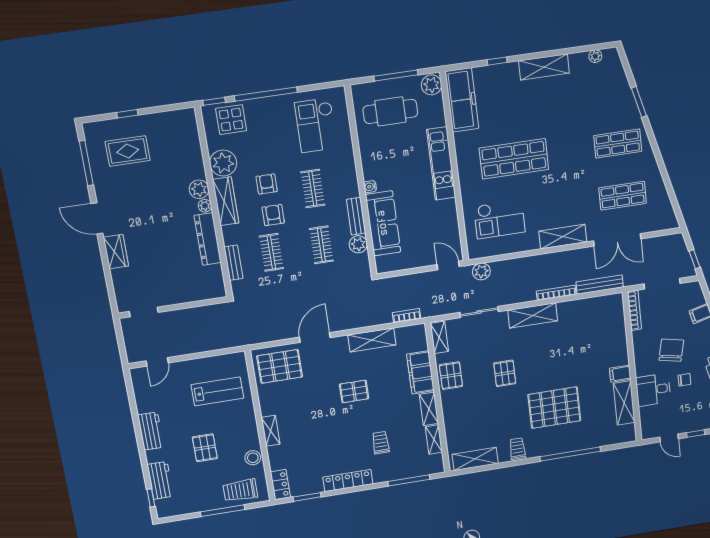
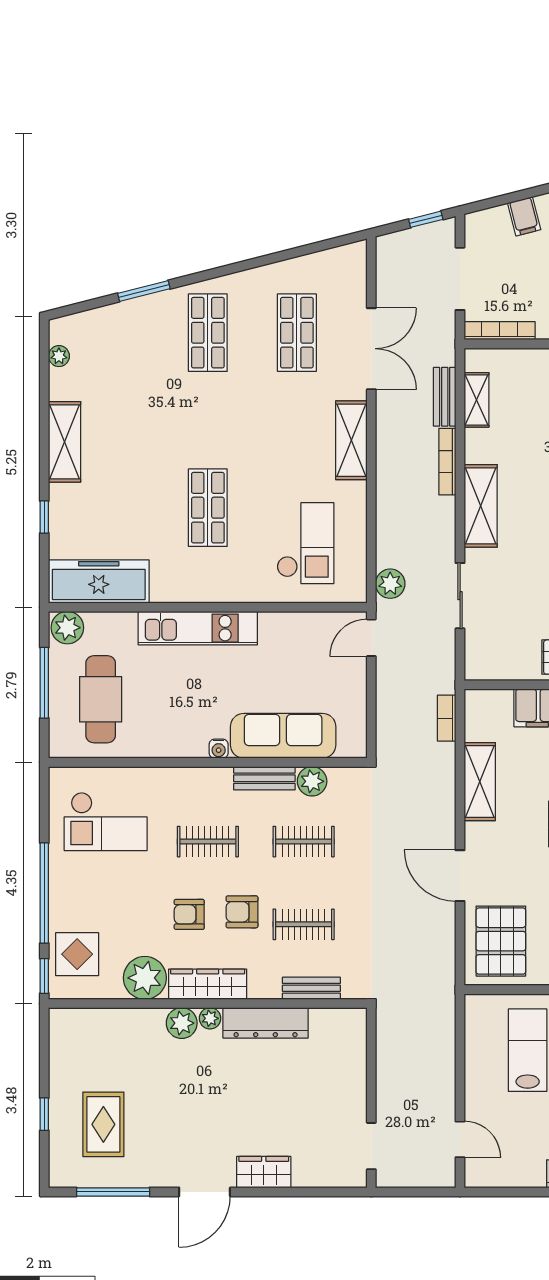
shop shelf: (514, 159) -> (208, 508), width x0.70, depth x0.74
bench: (600, 285) -> (445, 397), width x0.73
shelving: (439, 337) -> (476, 400), moved, turned 90

